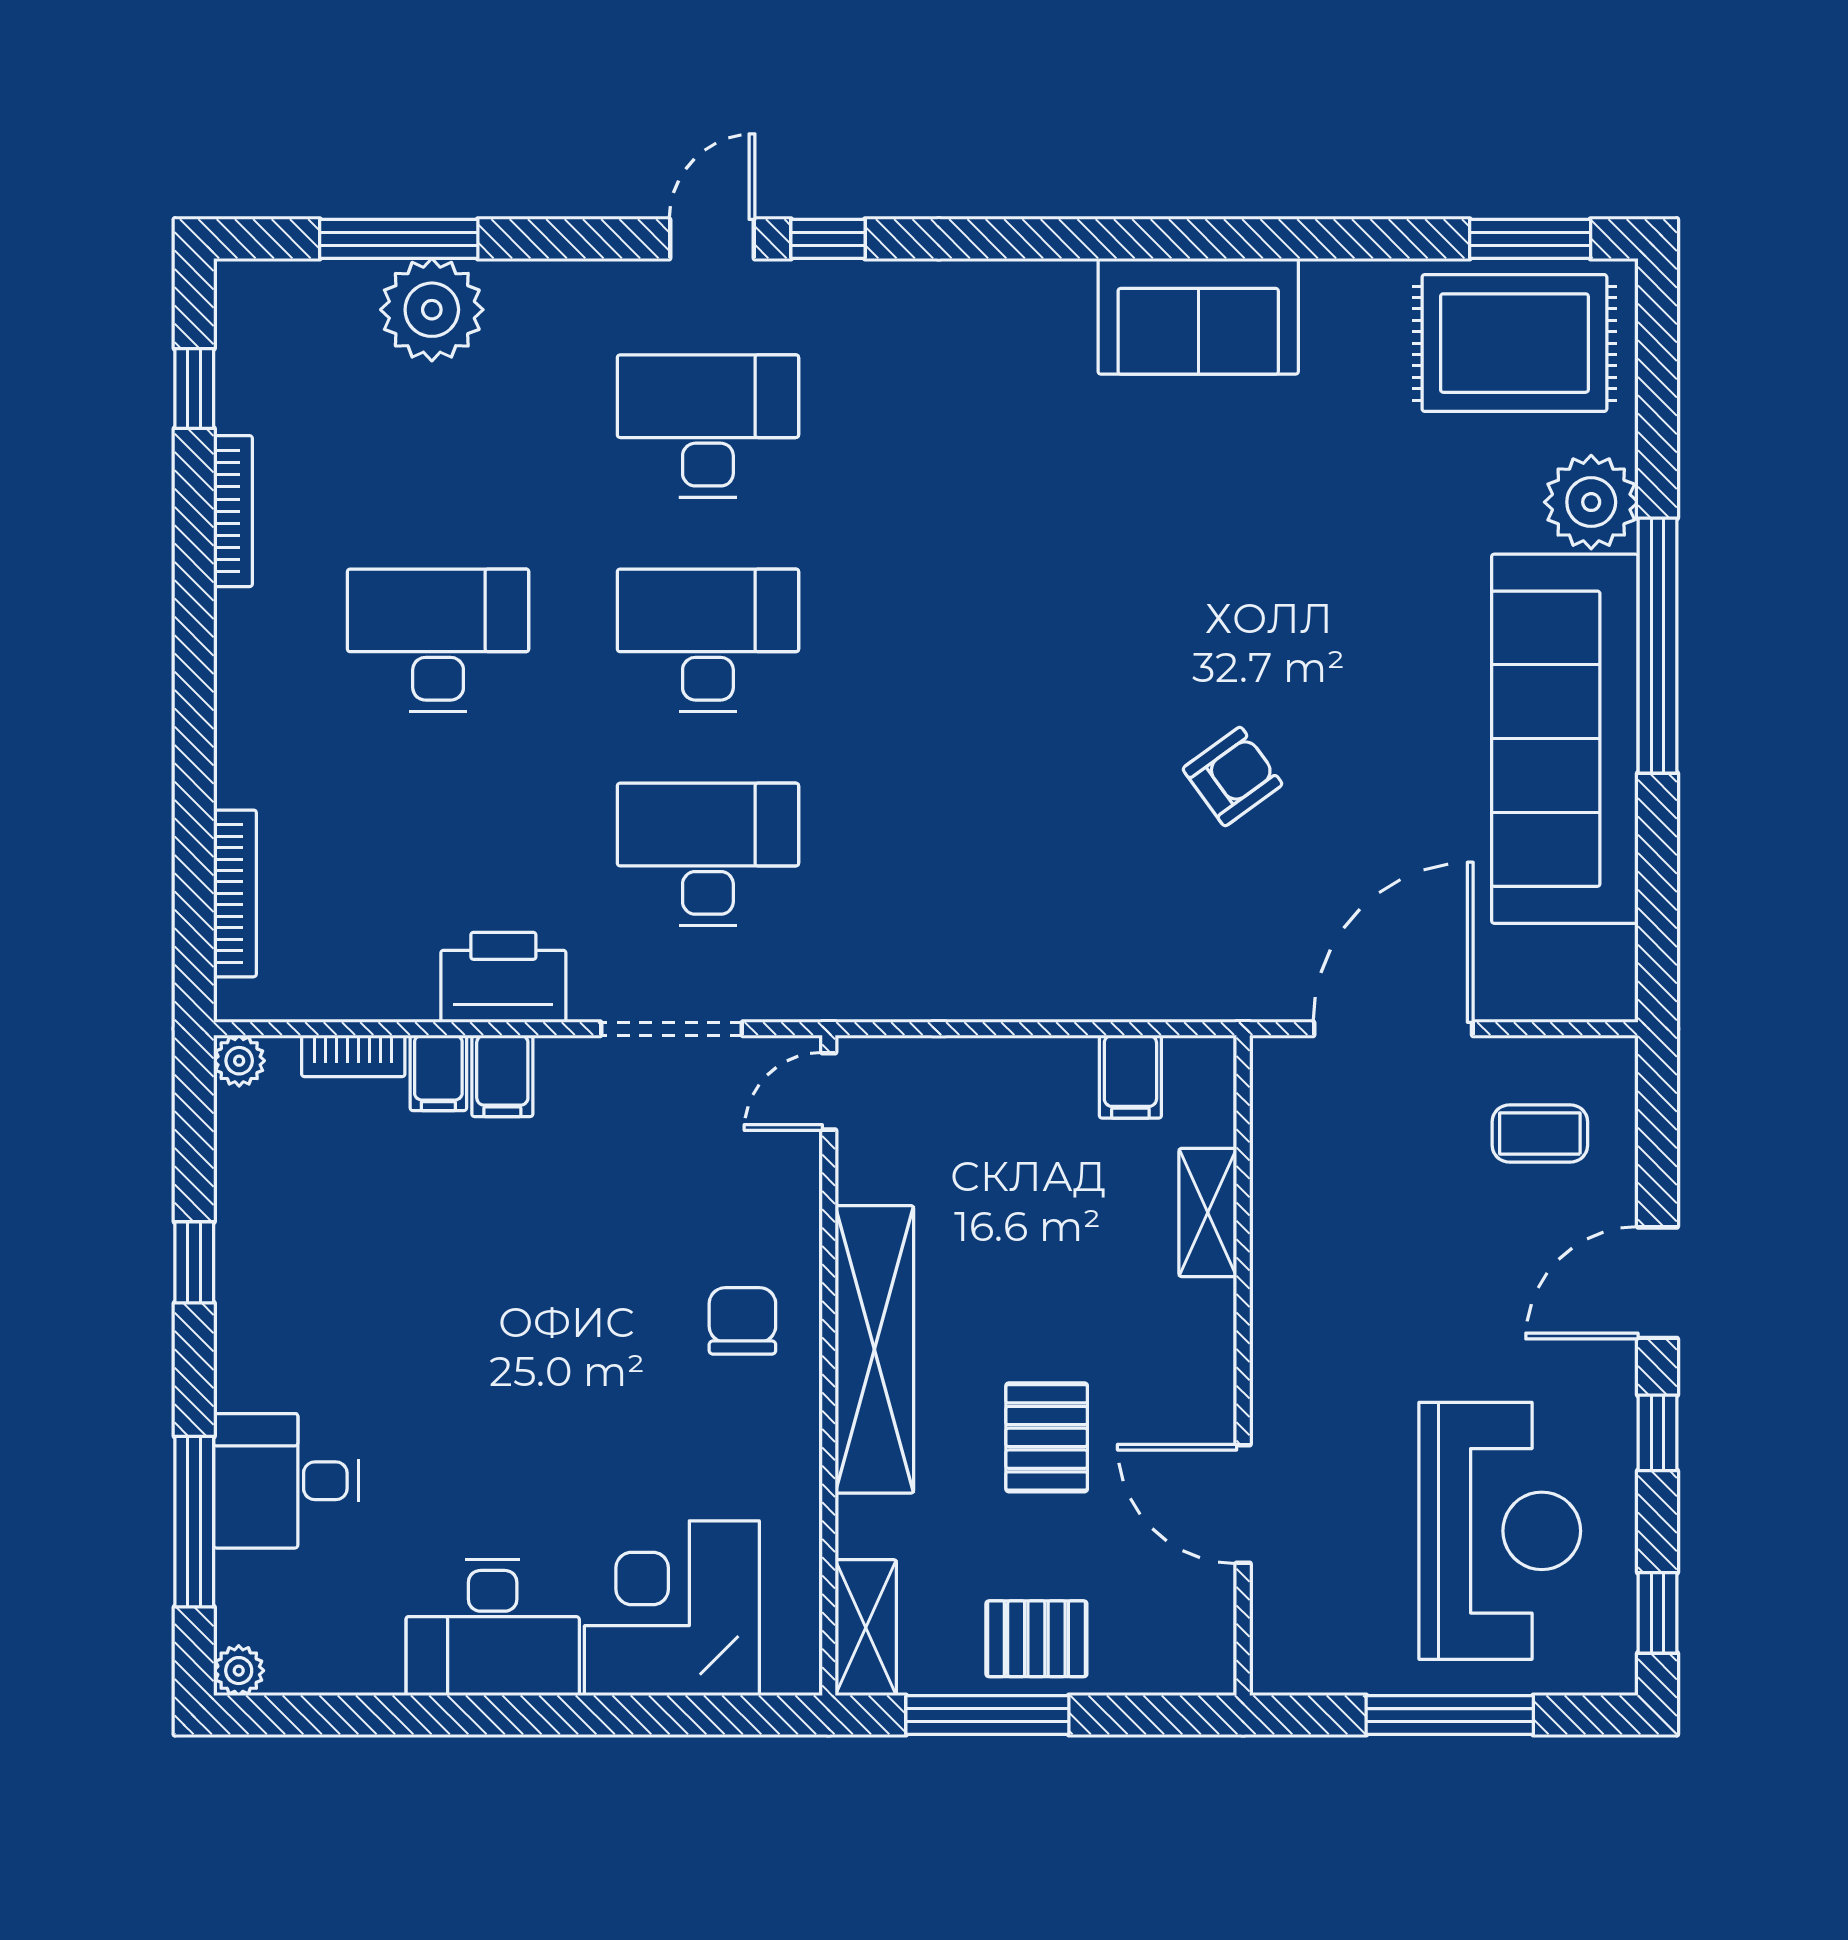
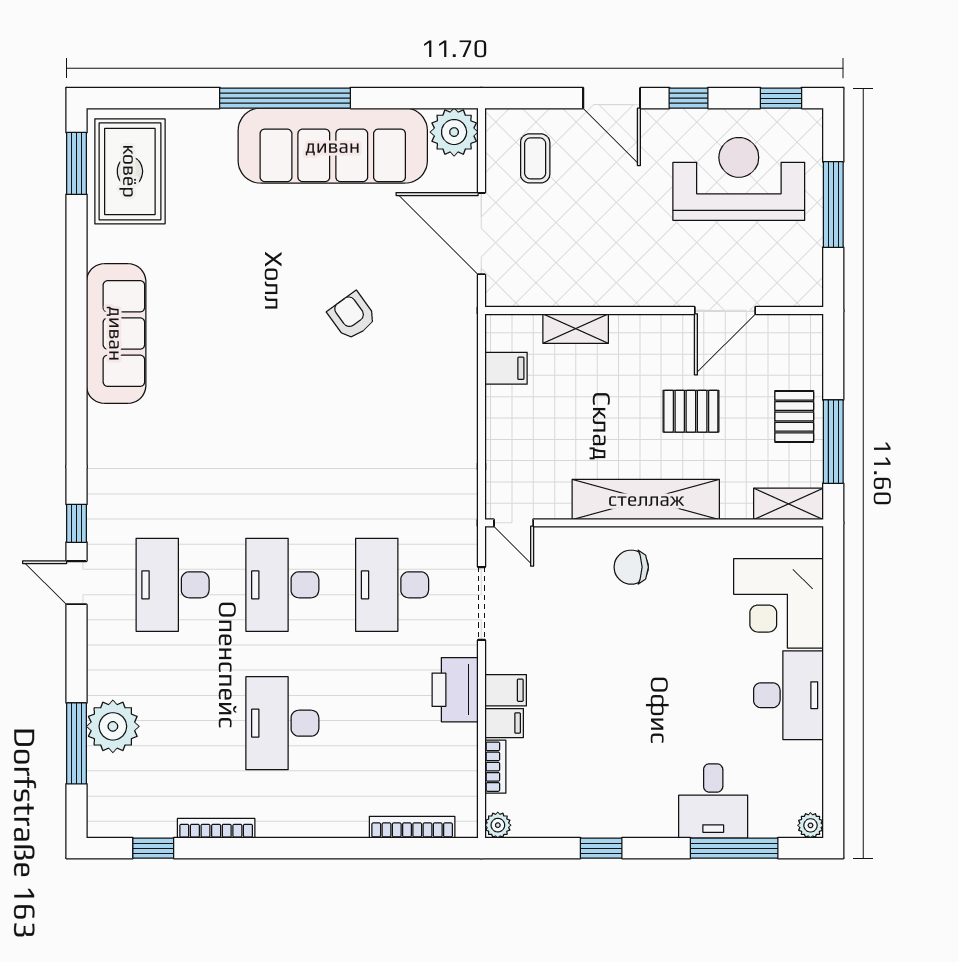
sofa: (1198, 316) -> (116, 334), width x1.36
plant: (1591, 502) -> (454, 132), moved

